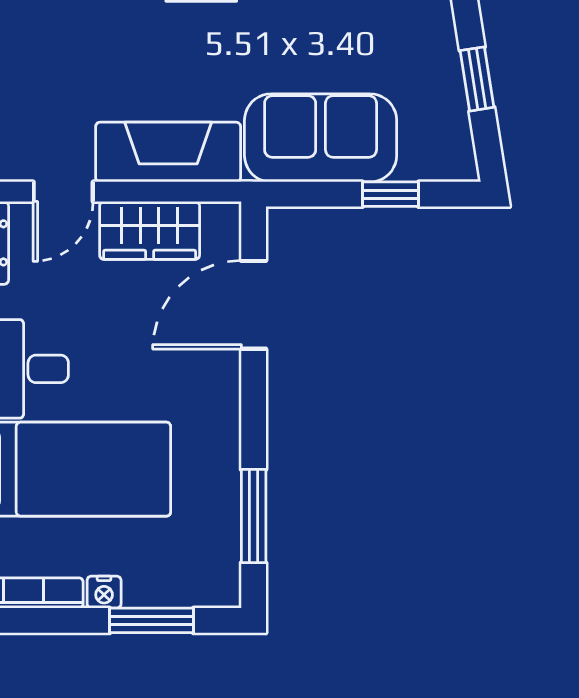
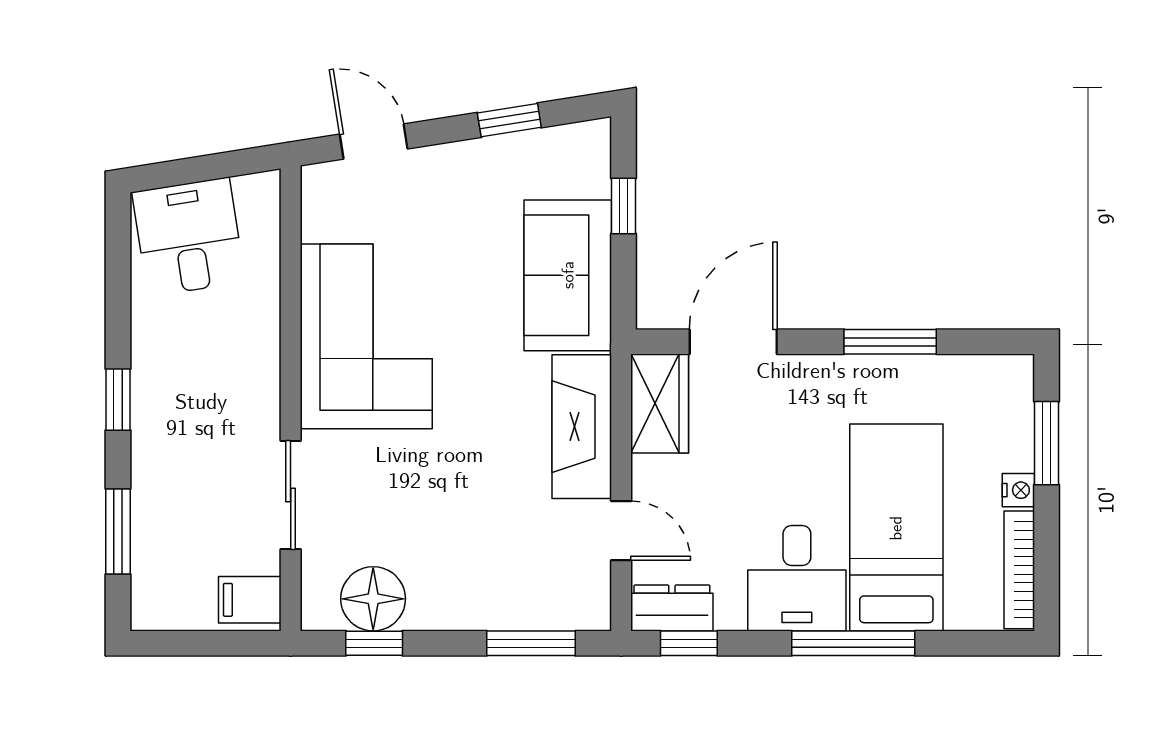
wardrobe: (150, 230) -> (660, 404), moved
door: (254, 305) -> (733, 342), swing flipped
window: (254, 516) -> (890, 342), moved

